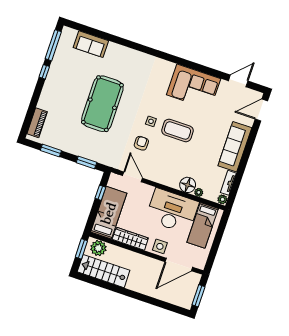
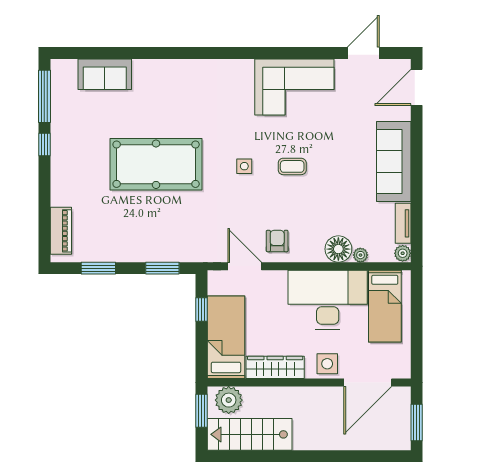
pool table: (102, 104) -> (156, 164), turned 90
coffee table: (177, 130) -> (292, 166), width x0.54, depth x0.58
armchair: (141, 143) -> (277, 241), moved

